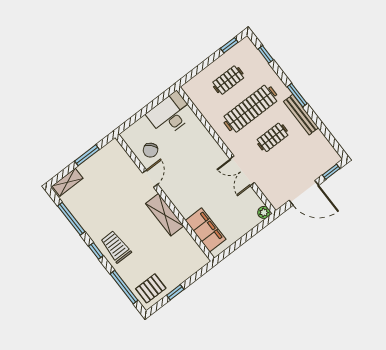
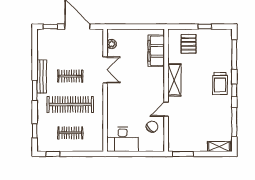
window: (87, 155) -> (183, 154), moved
plant: (264, 212) -> (112, 44), moved
pallet: (151, 288) -> (189, 44), moved, turned 90

